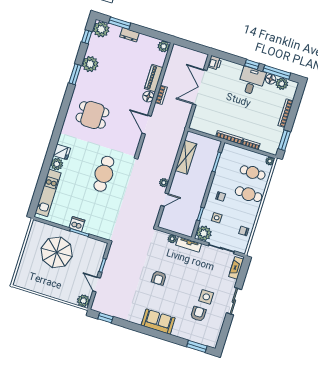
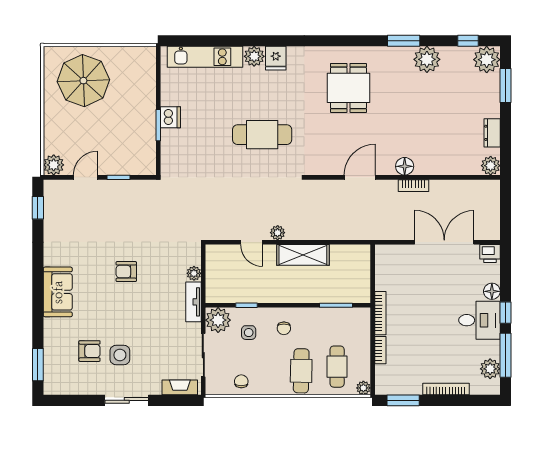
dresser: (129, 35) -> (492, 133), moved
piano: (154, 78) -> (436, 166), removed
floor lamp: (271, 79) -> (492, 291), moved
shelving: (186, 157) -> (303, 255), moved
parasol: (57, 252) -> (83, 81), moved

